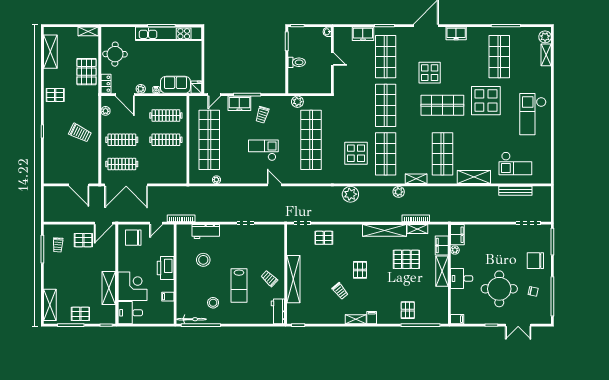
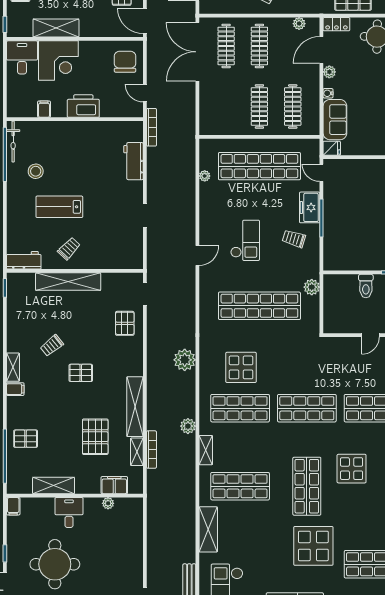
filing cabinet: (457, 235) -> (129, 507), removed
stool: (203, 260) -> (95, 158), removed
shelving: (442, 271) -> (54, 486), moved

